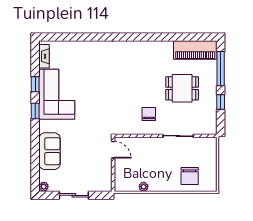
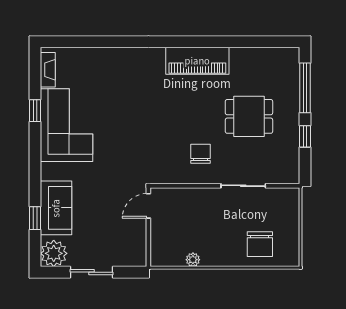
piano: (195, 50) -> (197, 61), moved
window: (35, 111) -> (35, 218), moved
door: (113, 150) -> (148, 206), swing flipped
plant: (44, 187) -> (54, 253), width x1.87, depth x1.87

